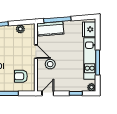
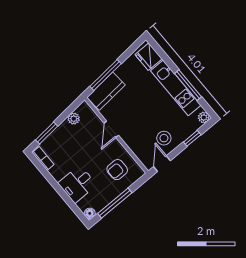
door: (36, 52) -> (111, 129), swing flipped
stool: (50, 64) -> (164, 138), moved

